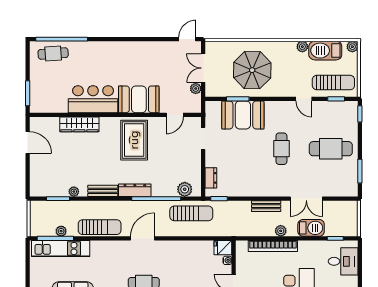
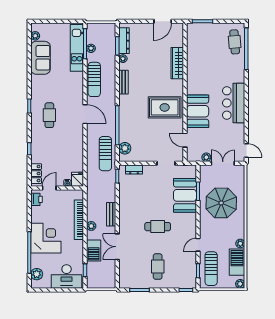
bar counter: (93, 99) -> (234, 103), moved, turned 180
cafe table: (331, 149) -> (158, 267), width x0.73, depth x0.74
dresser: (135, 190) -> (124, 41), moved
desk: (343, 261) -> (67, 276), width x1.37

